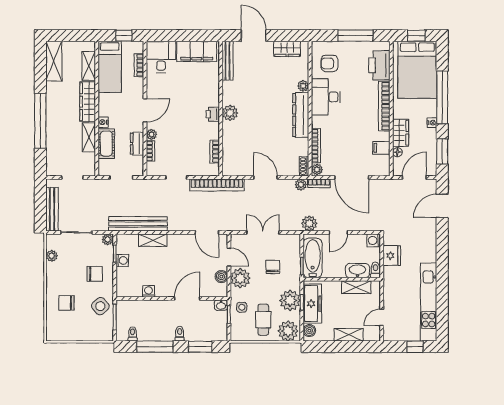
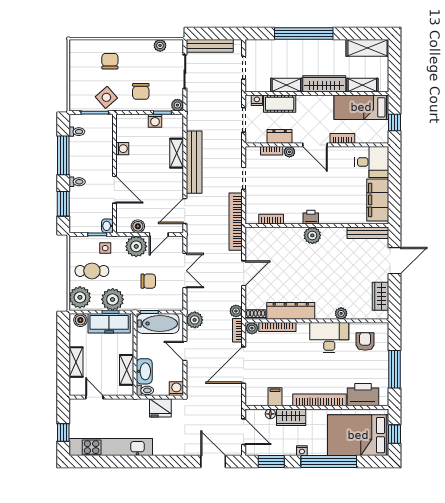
bookcase: (139, 65) -> (342, 138), moved
dresser: (301, 115) -> (291, 311), moved
nightstand: (103, 122) -> (257, 100), moved
bench: (138, 224) -> (194, 162), moved

